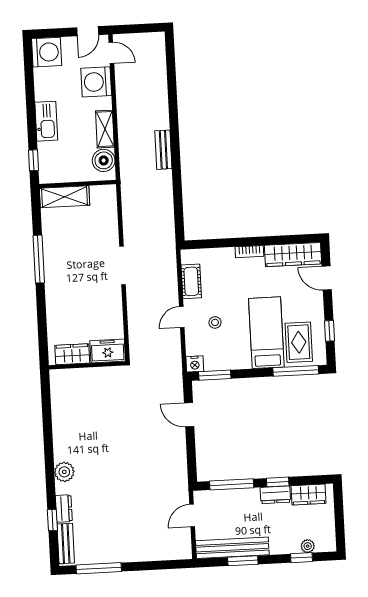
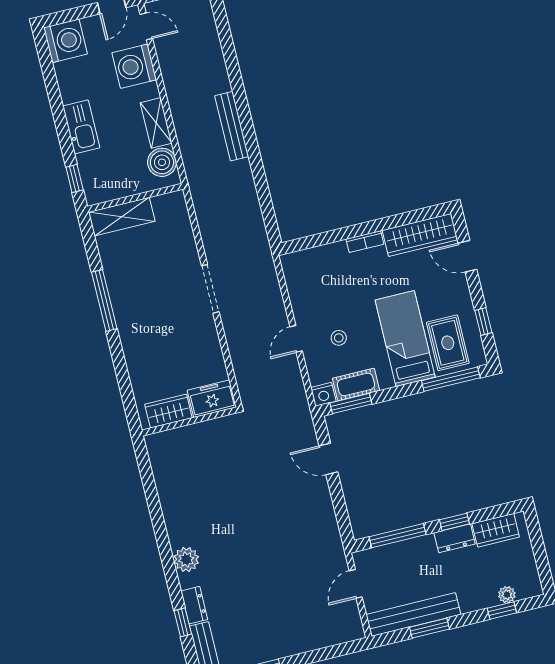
bench: (163, 150) -> (232, 126), width x1.36
cot: (191, 281) -> (356, 384), moved, turned 90

